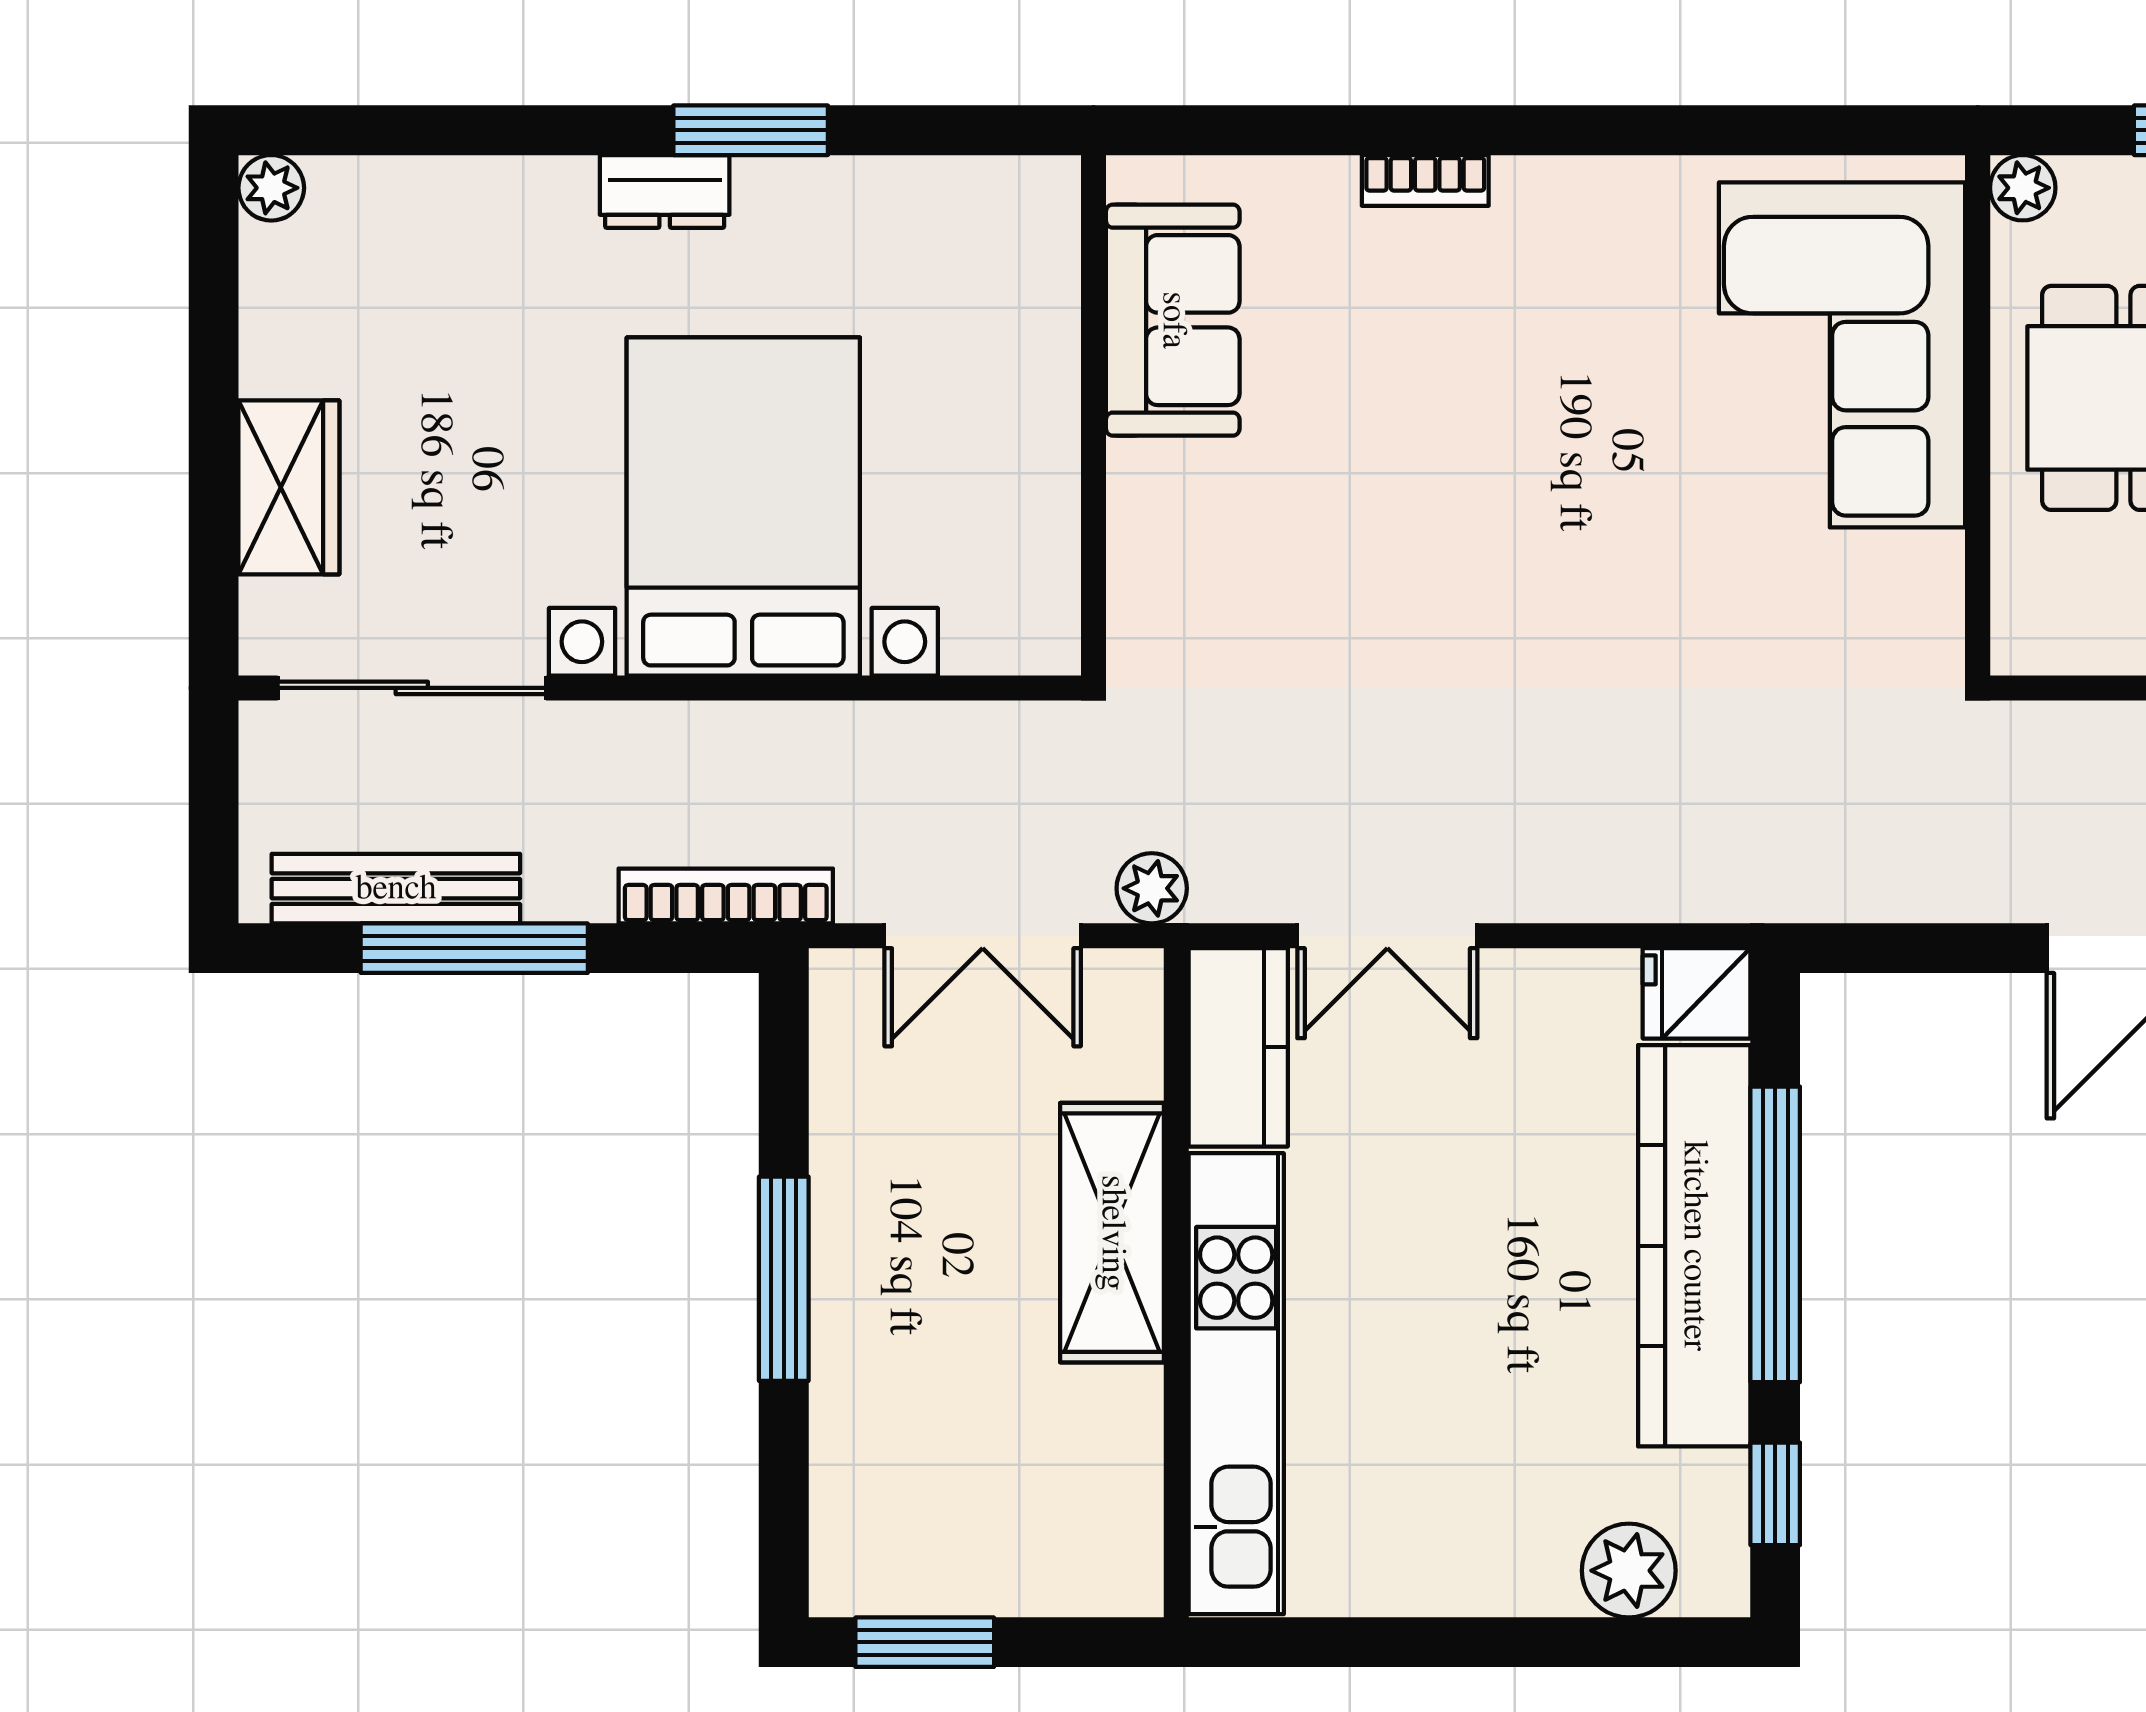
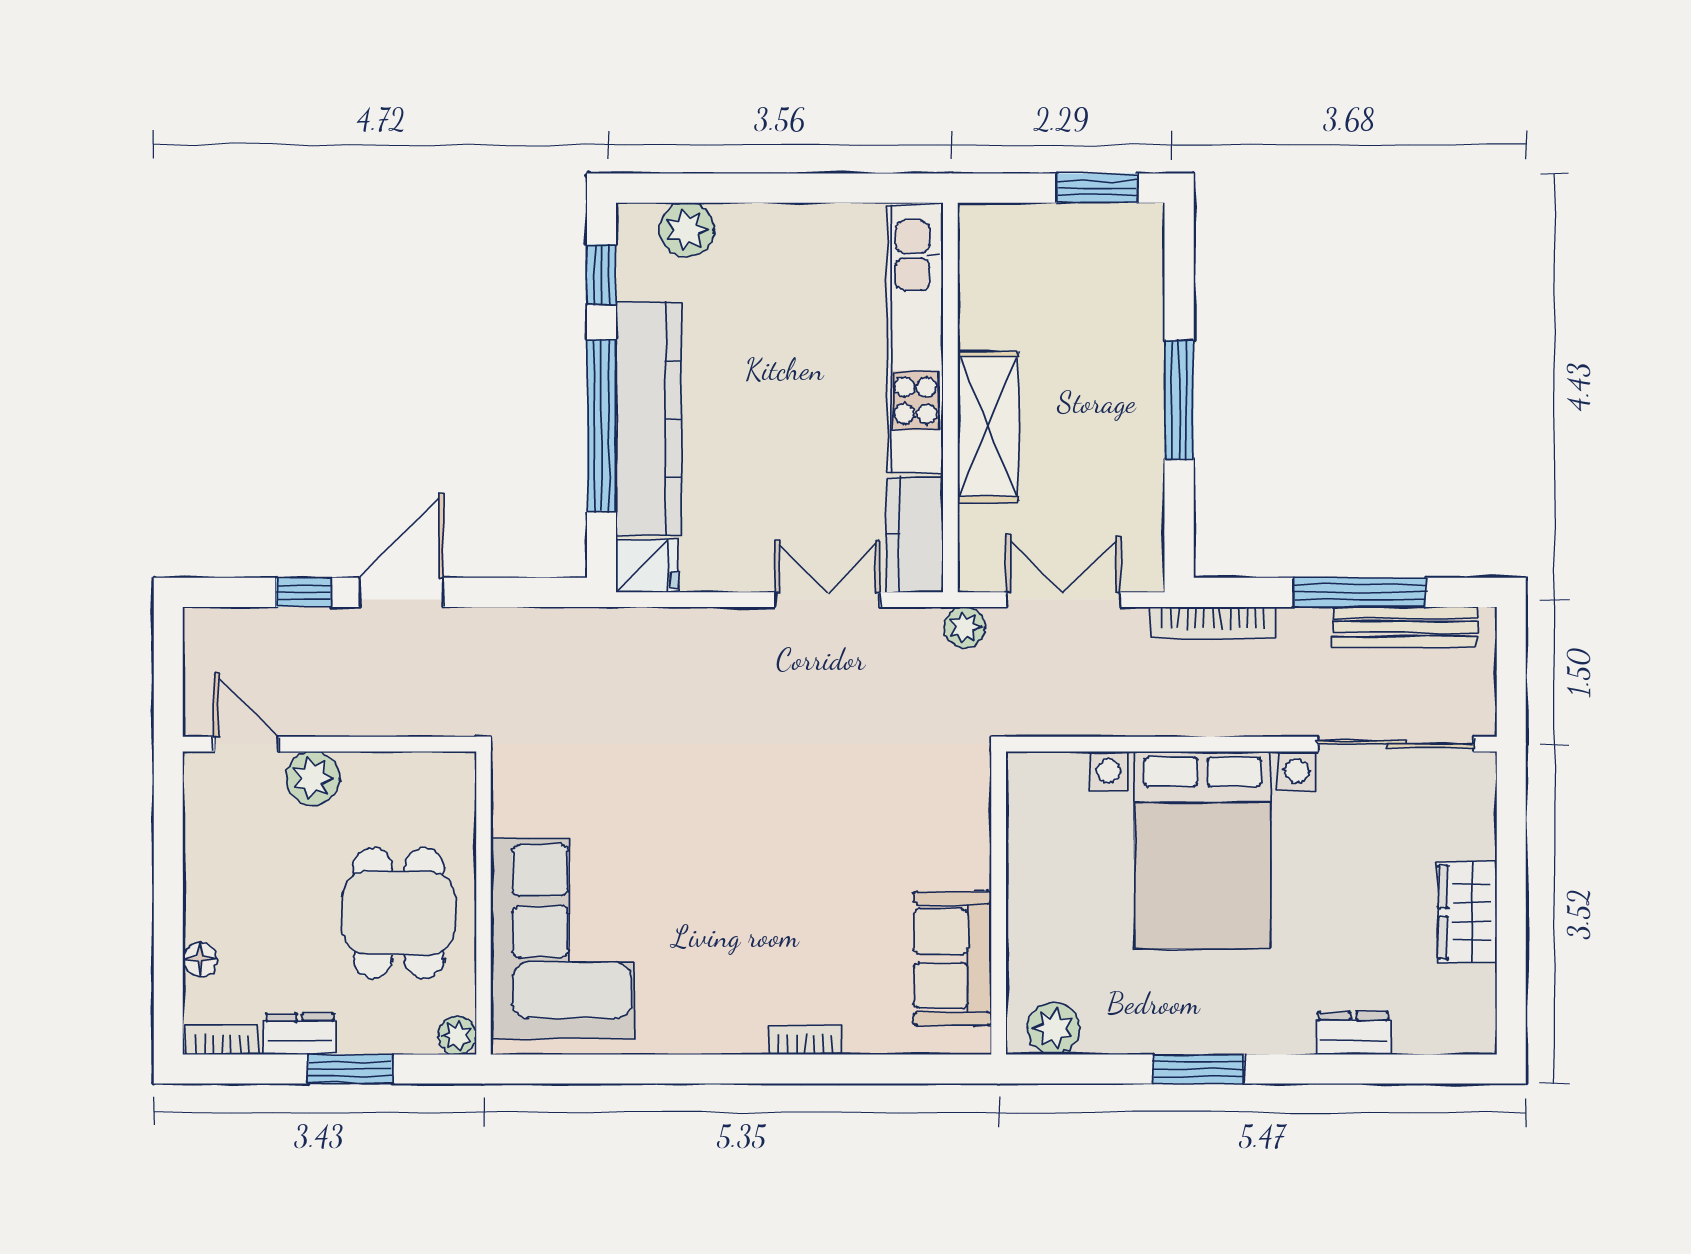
plant: (271, 188) -> (1054, 1028), moved, width x1.38, depth x1.38
dresser: (665, 191) -> (1353, 1033), moved
wardrobe: (289, 487) -> (1467, 912), moved

